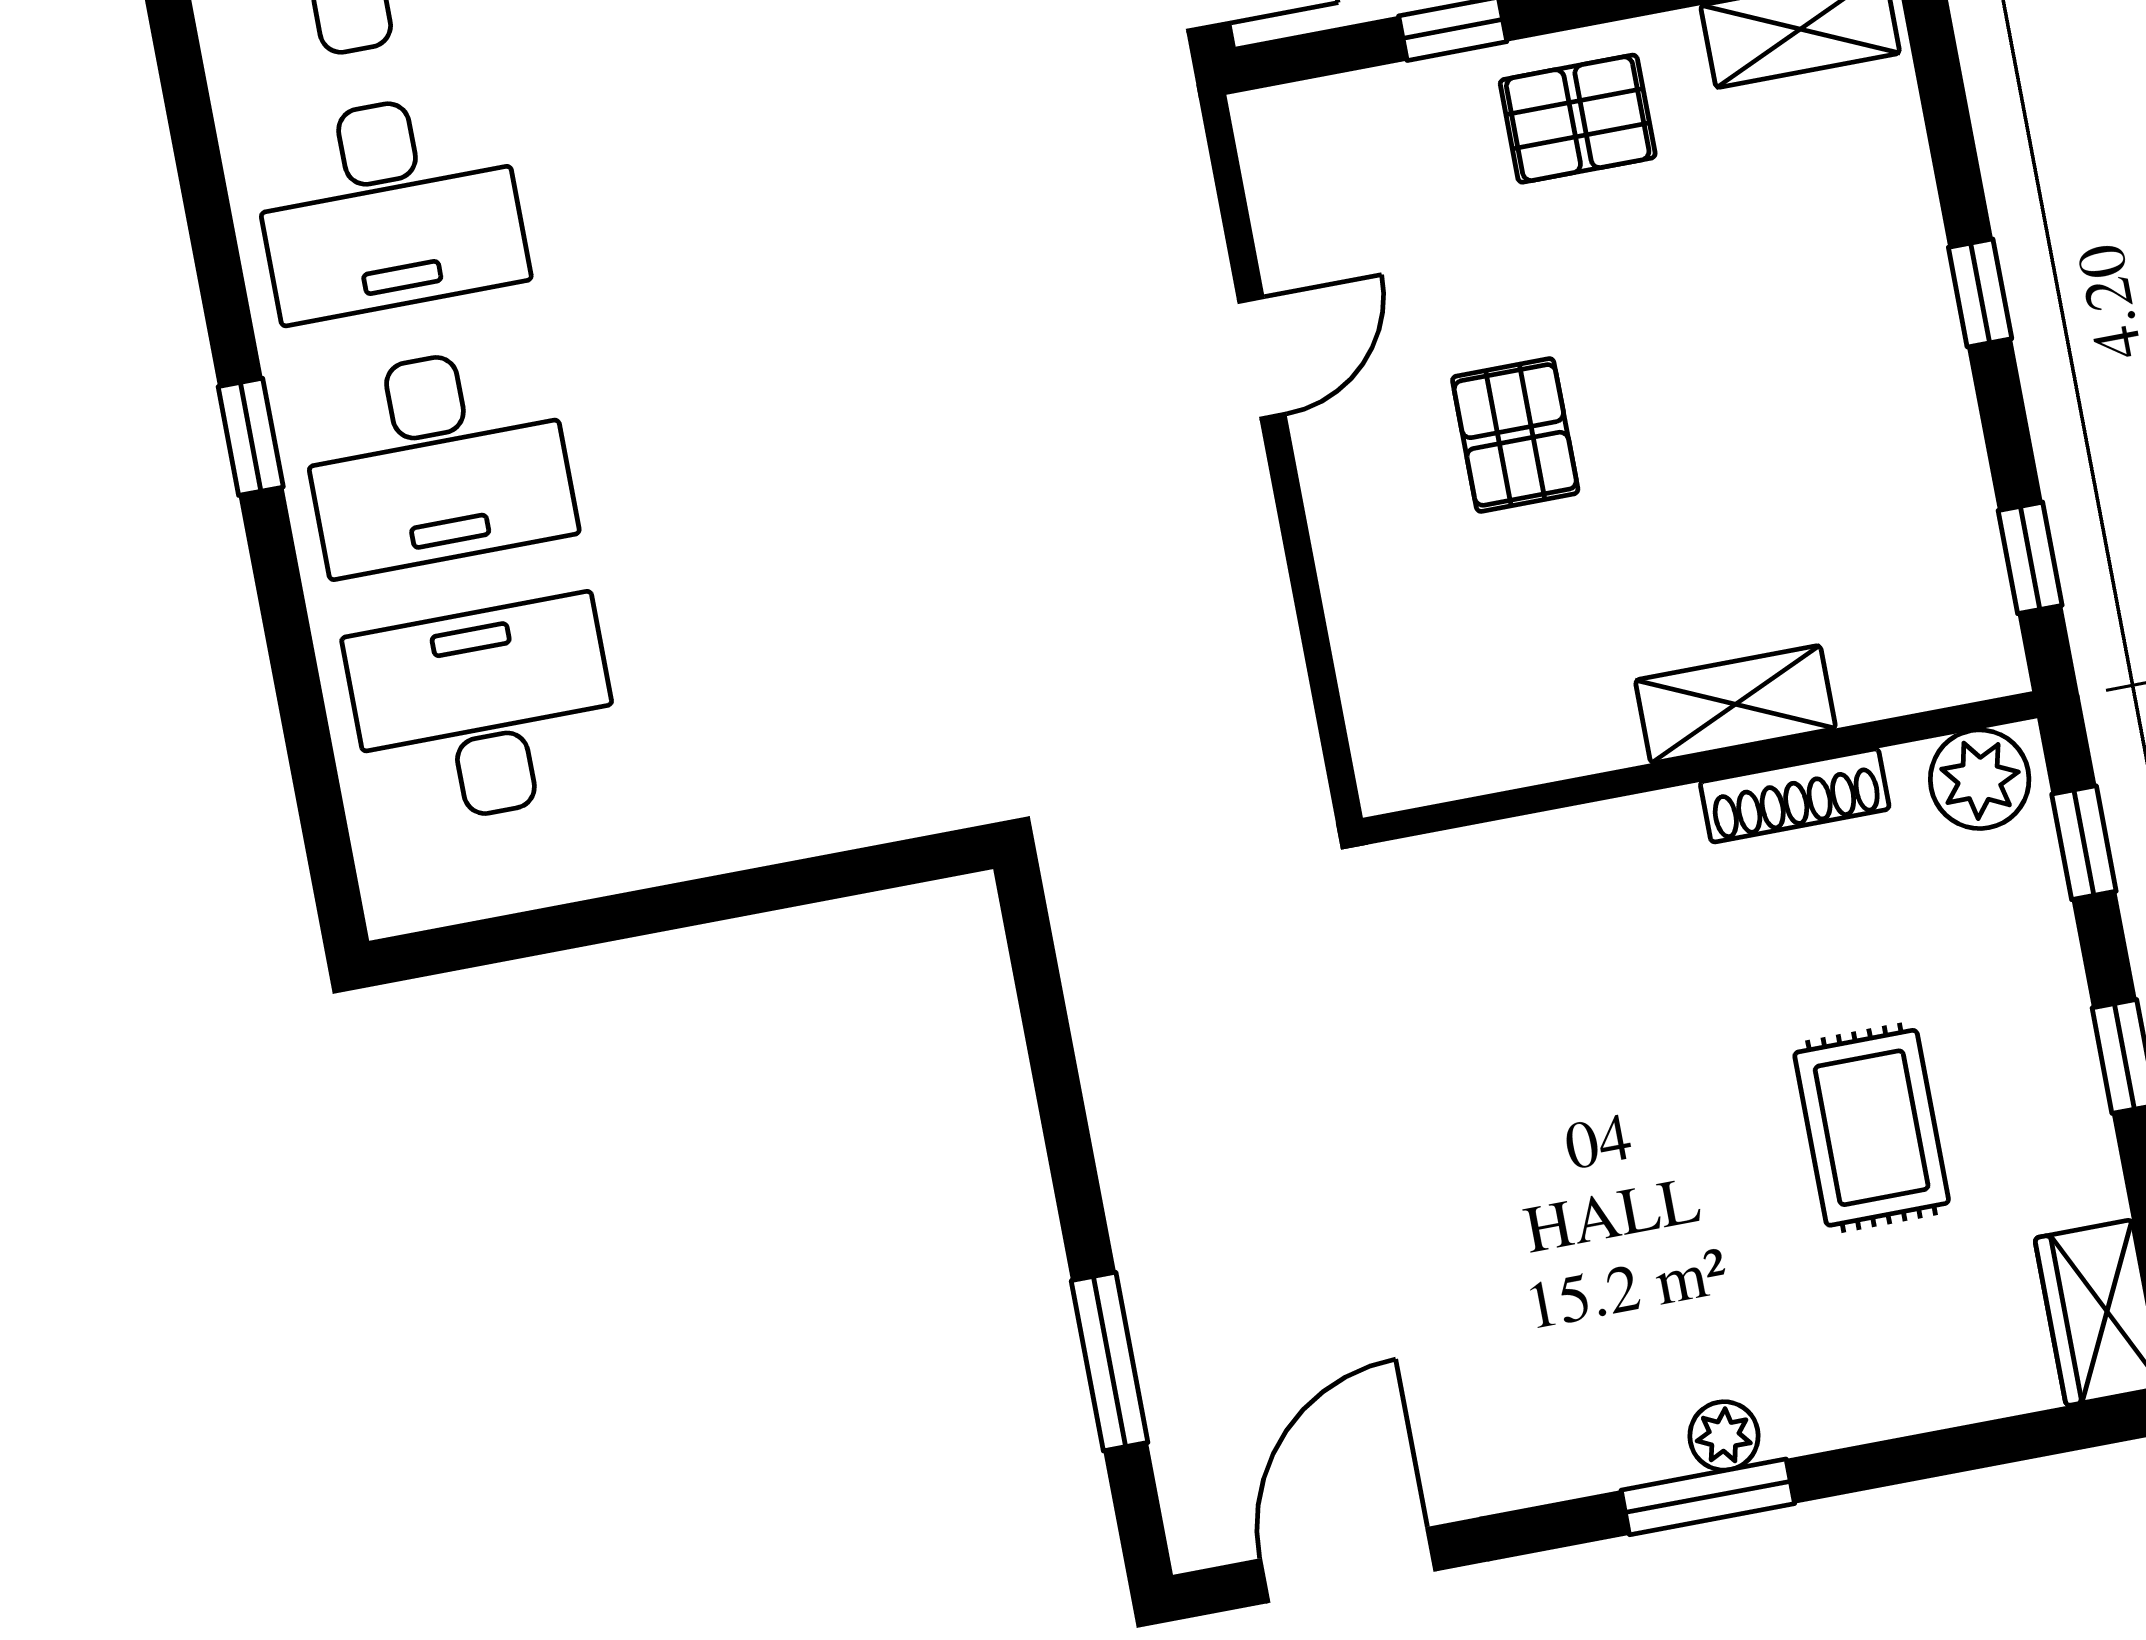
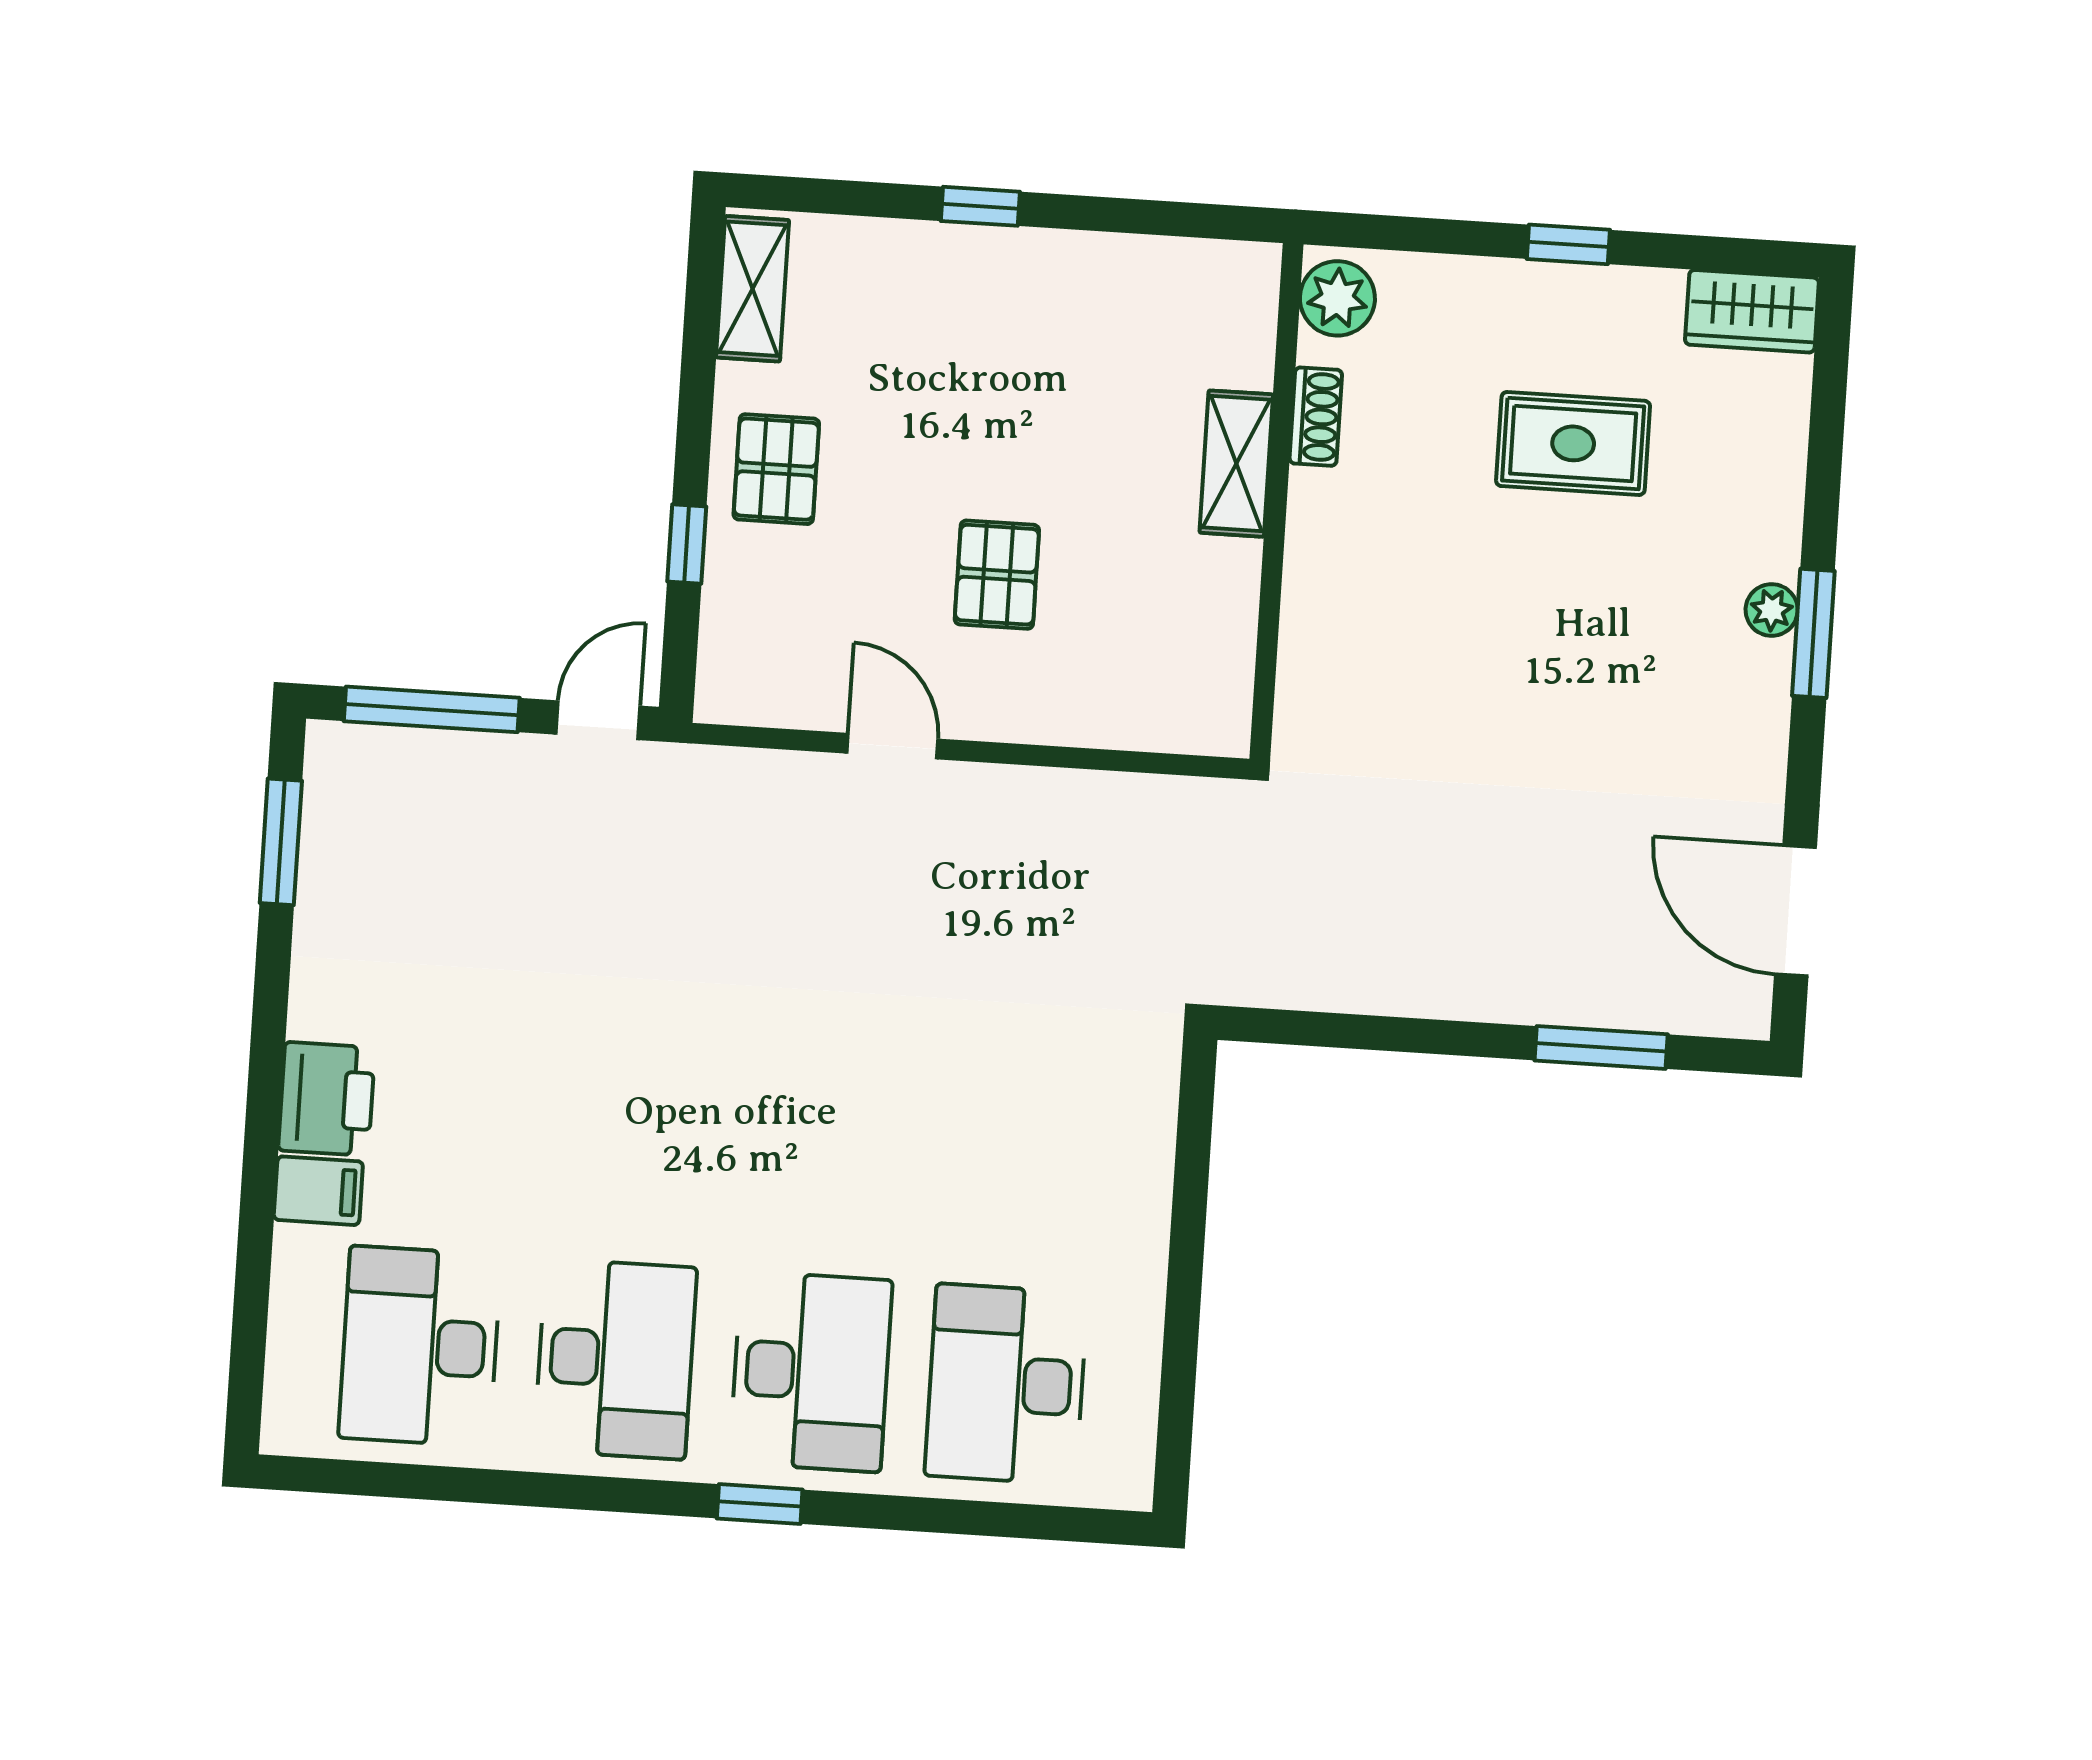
pallet: (1515, 435) -> (997, 575), turned 90
window: (2030, 558) -> (1184, 220), removed
shoe rack: (1795, 795) -> (1316, 417), width x0.70
window: (2084, 843) -> (1404, 234), removed

